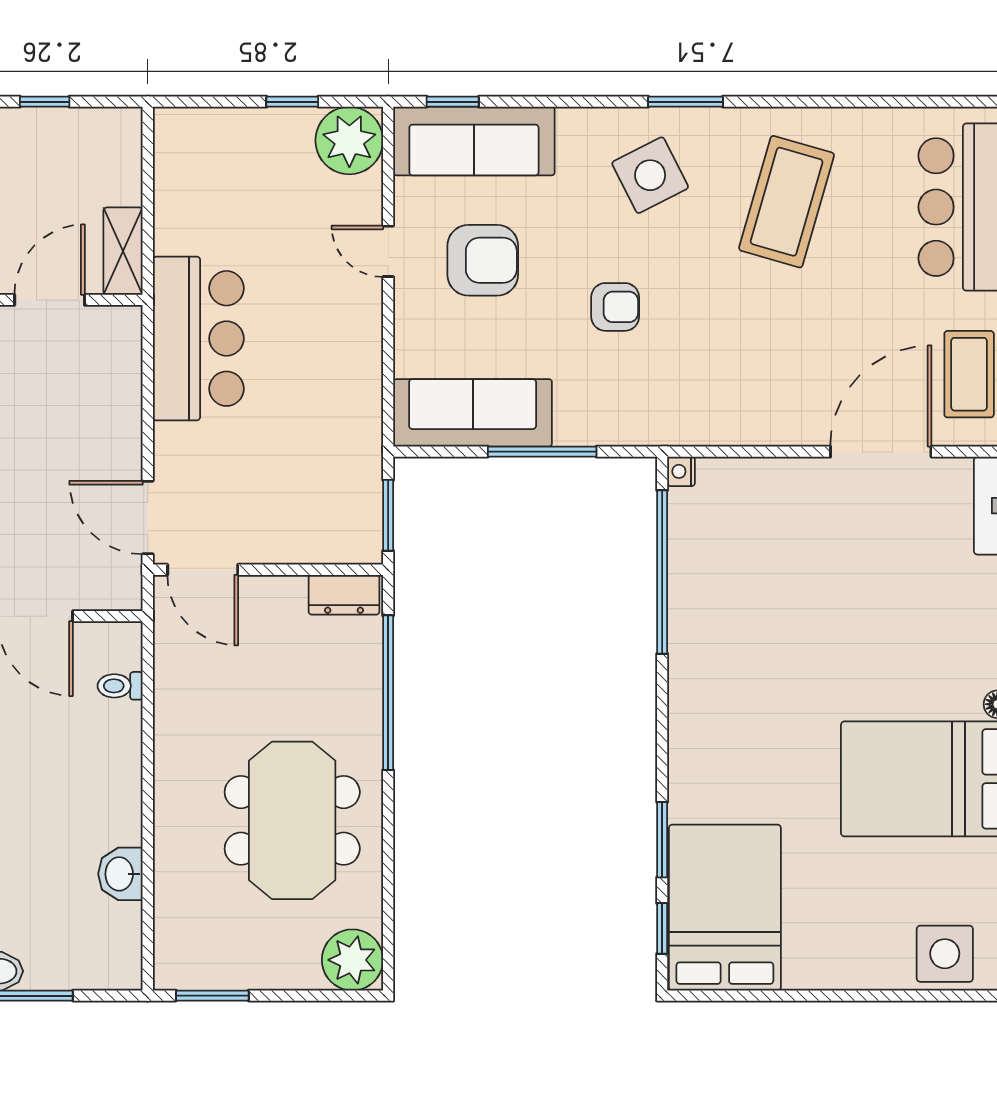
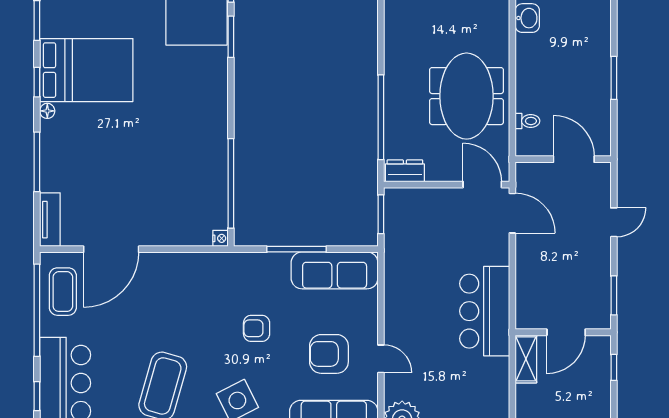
meeting table: (292, 820) -> (467, 96), moved

